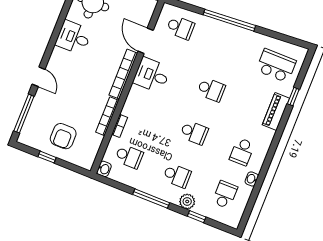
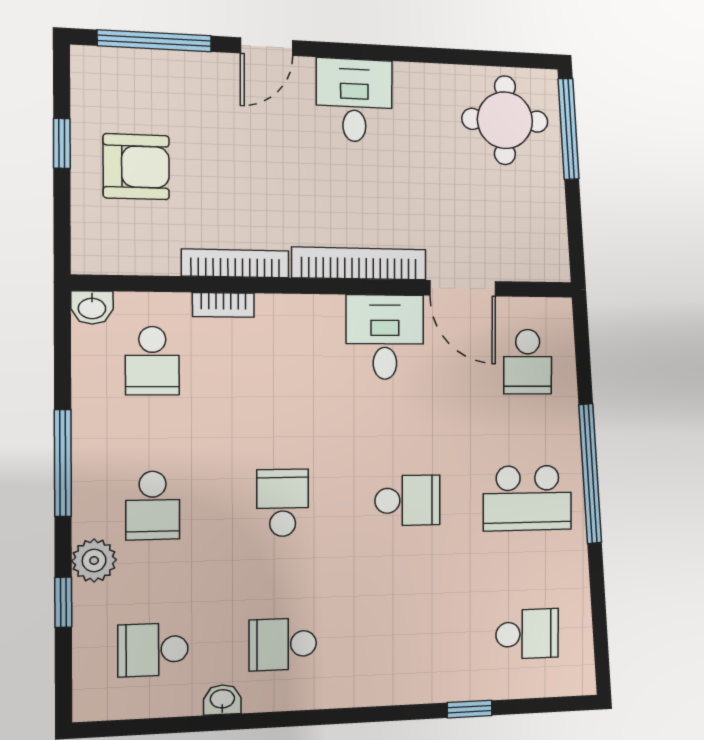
desk: (74, 37) -> (354, 100), moved
door: (146, 41) -> (463, 288), swing flipped
school desk: (228, 47) -> (527, 498), added
school desk: (276, 66) -> (527, 634), width x0.54
school desk: (211, 90) -> (407, 500), turned -90
piano: (276, 112) -> (417, 683), removed
school desk: (194, 133) -> (283, 503), turned 180
armchair: (63, 136) -> (136, 167), turned 180
school desk: (225, 195) -> (153, 650), turned 180

